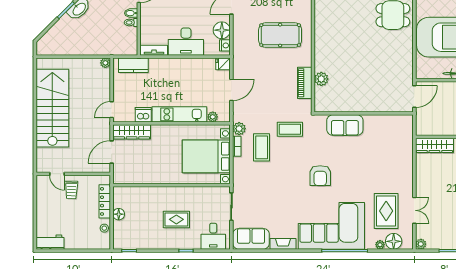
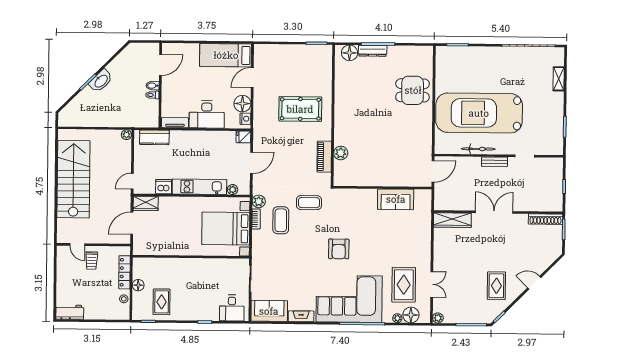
sofa: (345, 125) -> (396, 199), moved
wardrobe: (132, 132) -> (146, 203), width x0.67
rug: (176, 219) -> (162, 302), moved, turned 90

